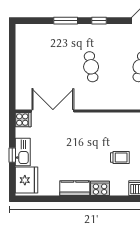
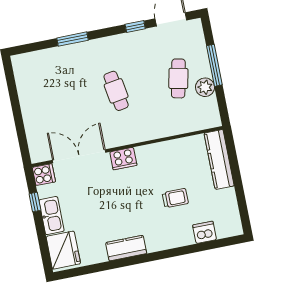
window: (99, 21) -> (135, 27), moved
window: (12, 155) -> (35, 202), moved
cooker: (100, 188) -> (123, 159), moved, turned 180

